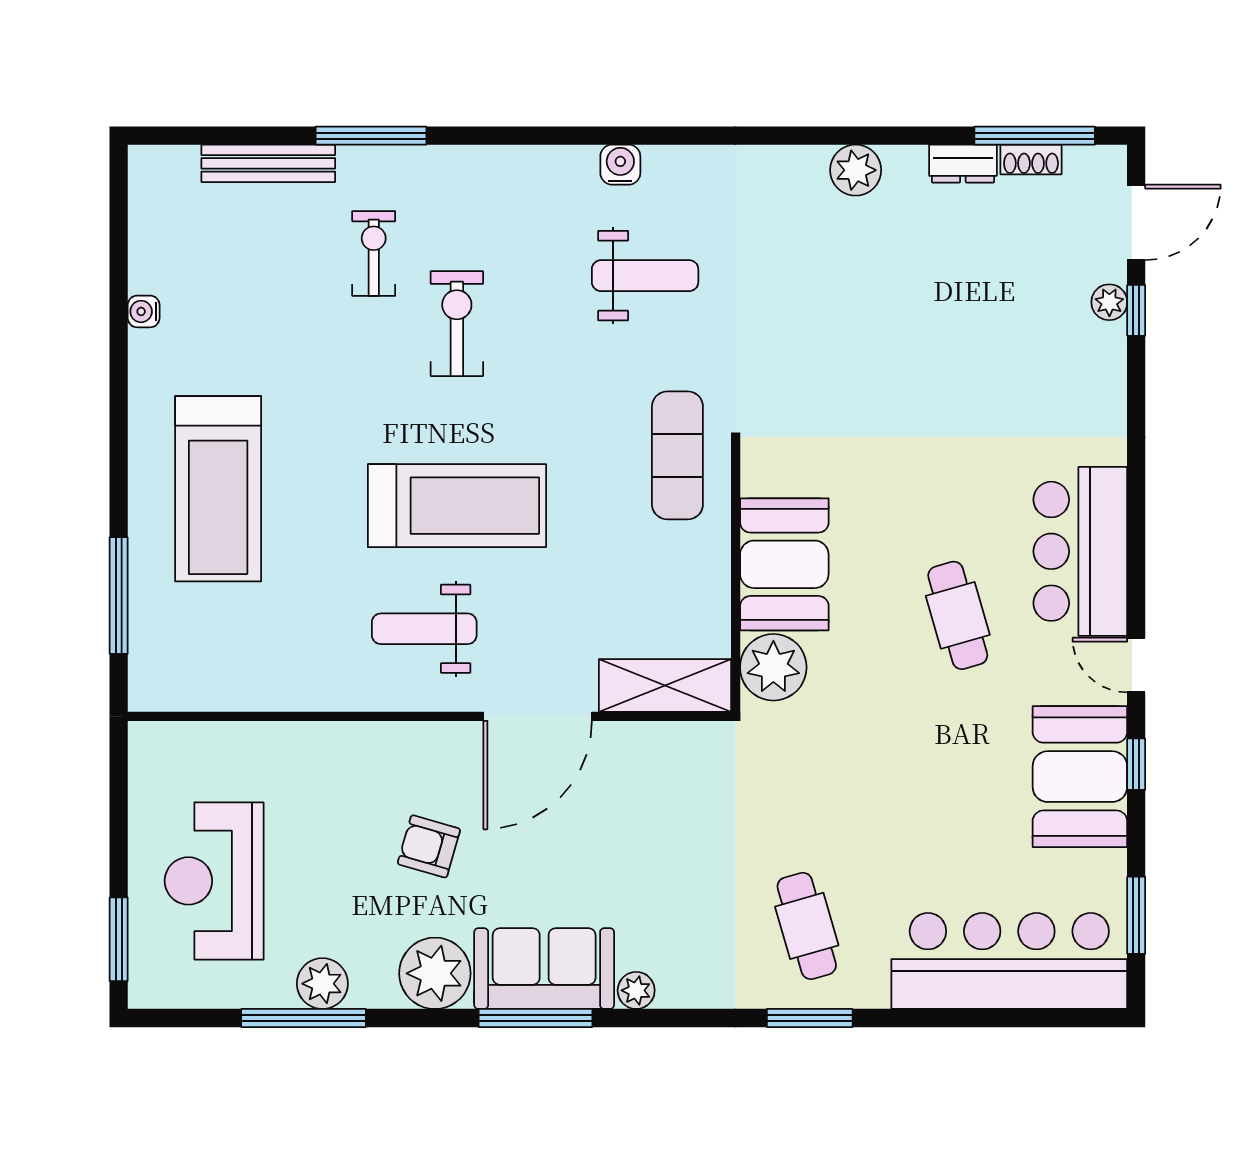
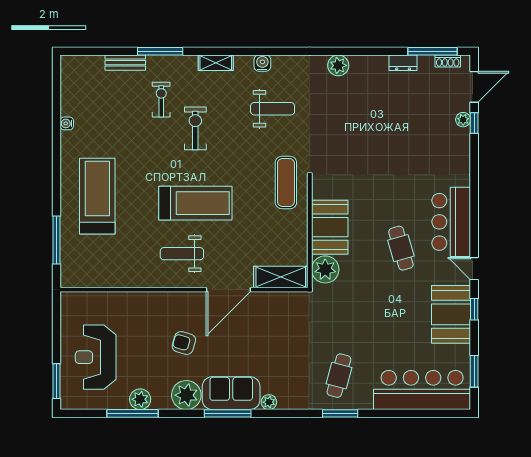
shoe rack: (1031, 159) -> (448, 61), moved
bench: (268, 163) -> (125, 63), width x0.73
shelving: (506, 164) -> (216, 63), added
plant: (856, 170) -> (338, 65), moved
treadmill: (218, 489) -> (97, 196), turned 180
cafe table: (807, 926) -> (339, 376), turned 31

